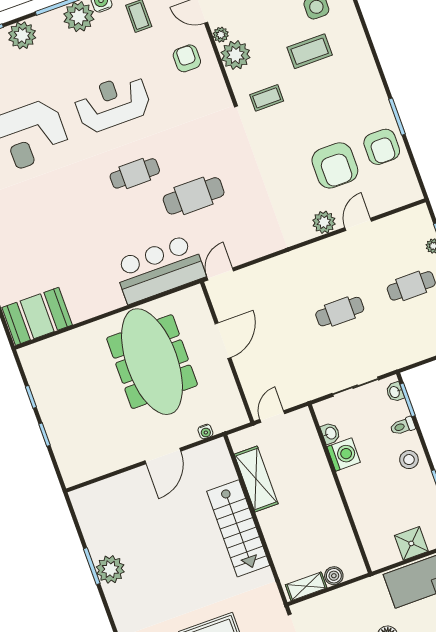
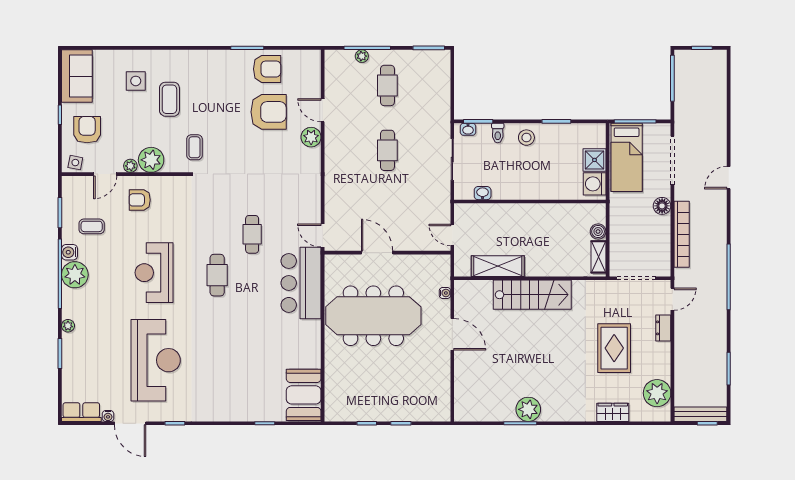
plant: (22, 35) -> (68, 326), width x0.53, depth x0.53
cafe table: (194, 196) -> (252, 234), width x0.73, depth x0.74
washing machine: (344, 454) -> (595, 184), moved, turned -90

